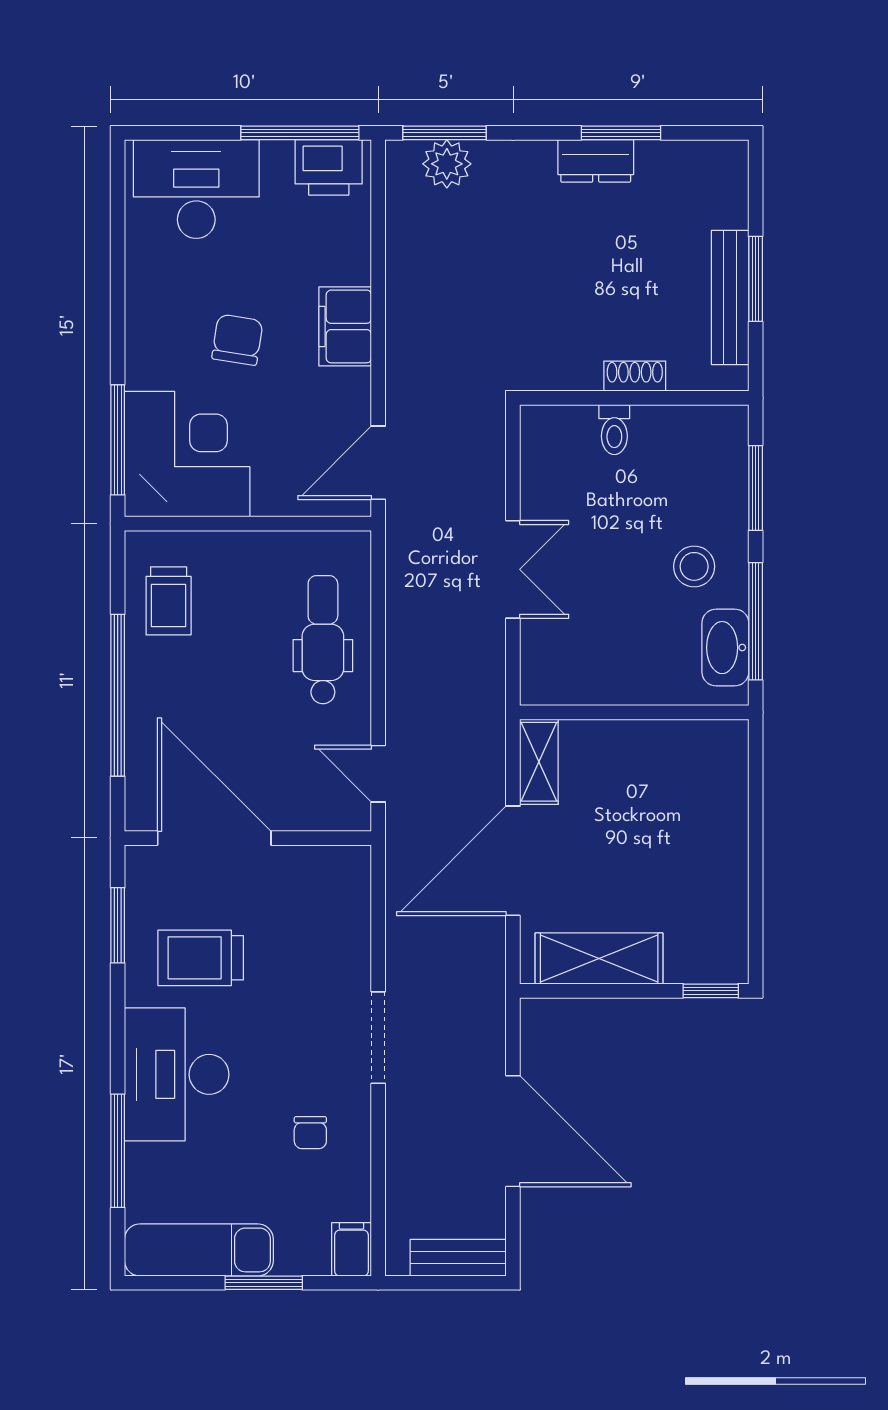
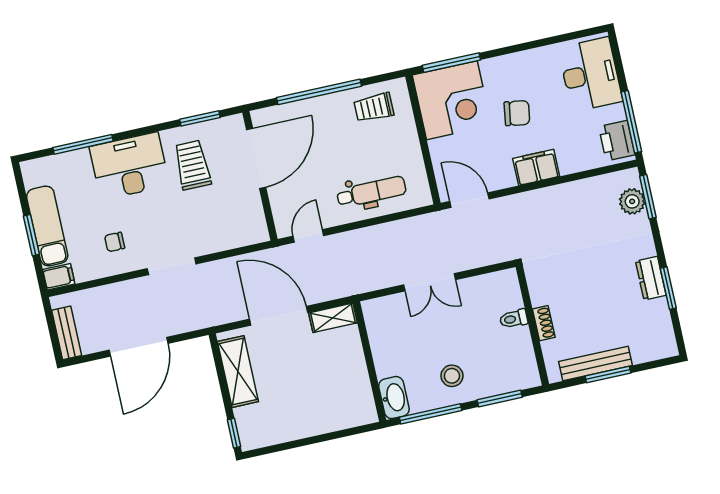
washbasin: (725, 648) -> (394, 398), moved, turned 90
exam couch: (199, 1250) -> (47, 226), moved

